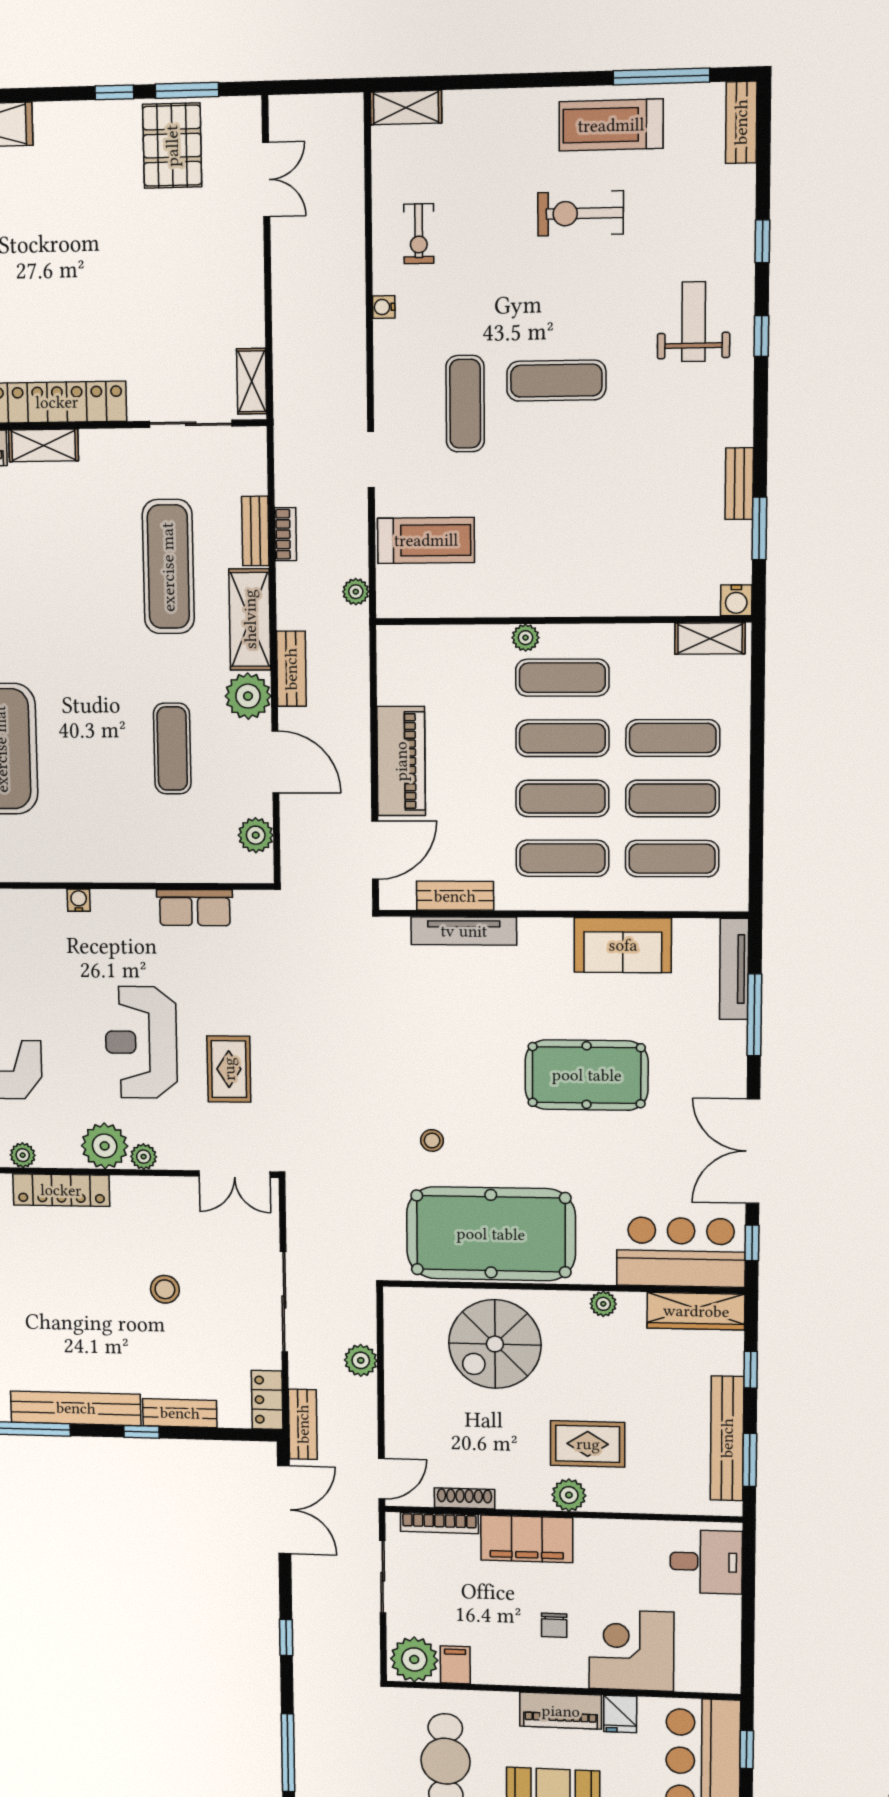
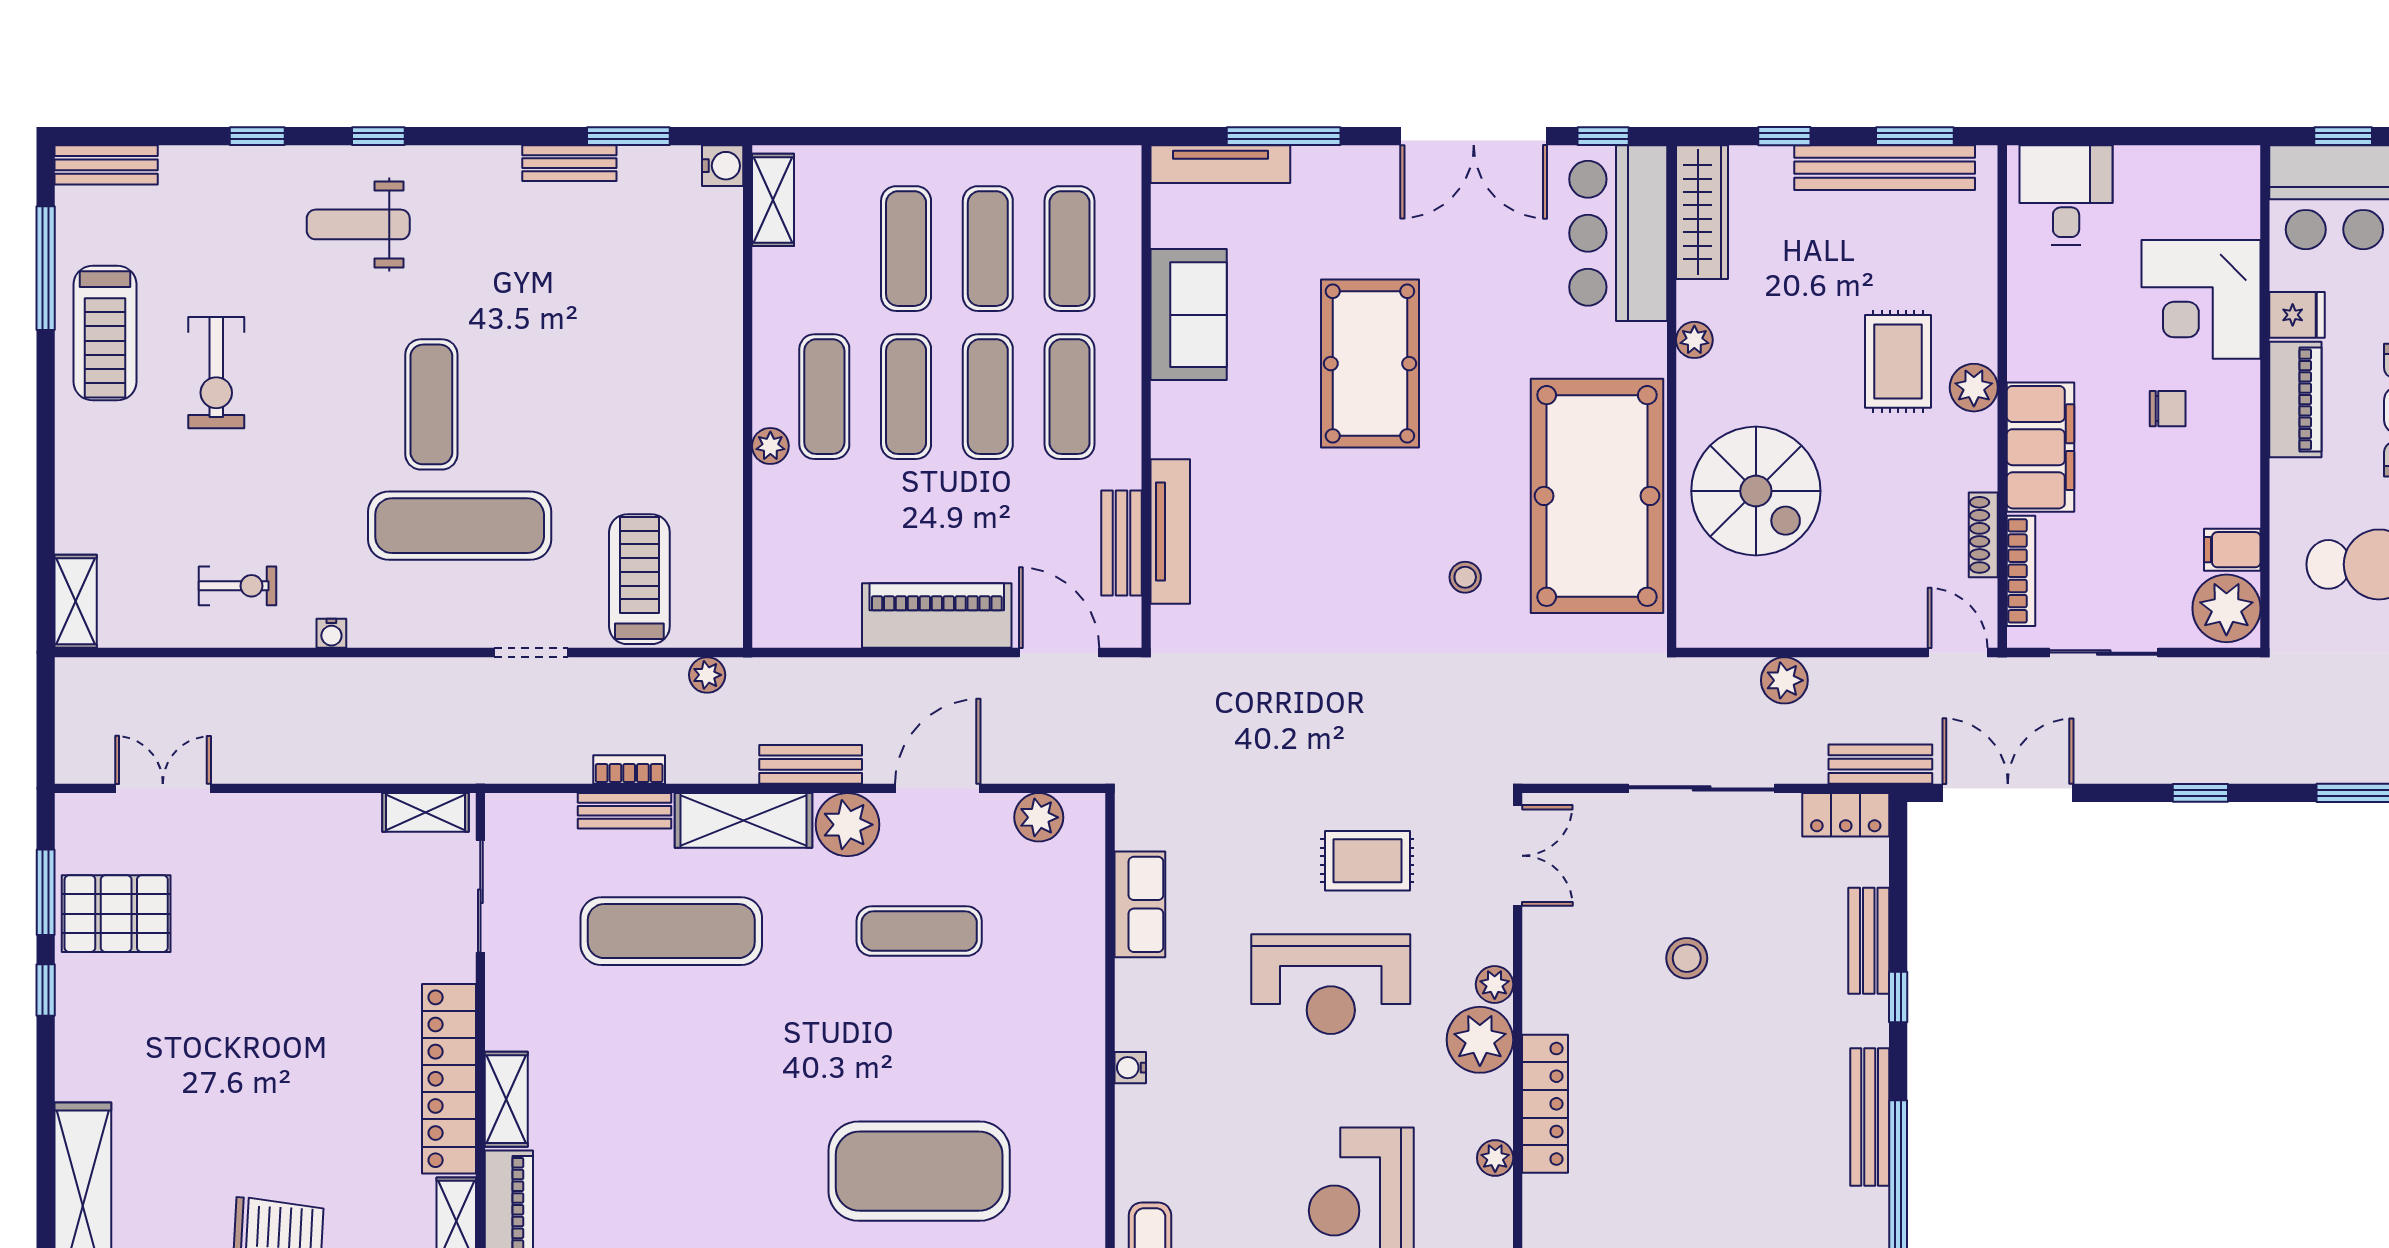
exercise mat: (465, 404) -> (460, 526), width x1.36, depth x1.45
bench: (76, 1408) -> (1870, 1117), width x0.73, depth x0.82

